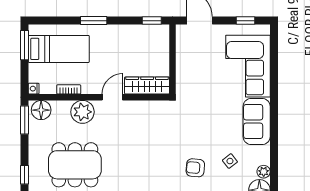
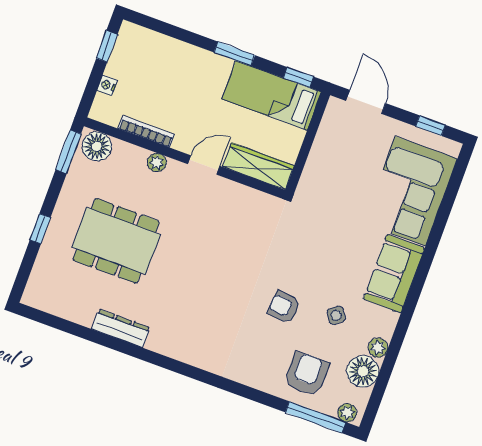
window: (94, 21) -> (234, 54), moved
window: (25, 45) -> (107, 46), width x0.67
bed: (59, 49) -> (272, 95), moved, turned 180
nightstand: (34, 89) -> (107, 85), moved
bookcase: (69, 89) -> (146, 131), width x1.56
plant: (82, 112) -> (157, 163), width x0.53, depth x0.53

